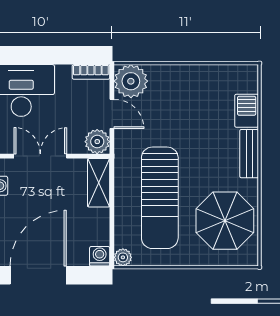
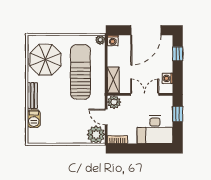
double door: (40, 156) -> (145, 94), swing flipped

